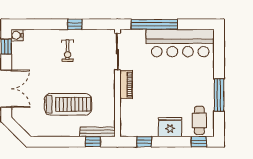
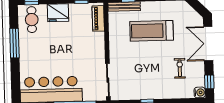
exercise bike: (68, 51) -> (180, 68), moved
piano: (126, 84) -> (98, 18), moved

